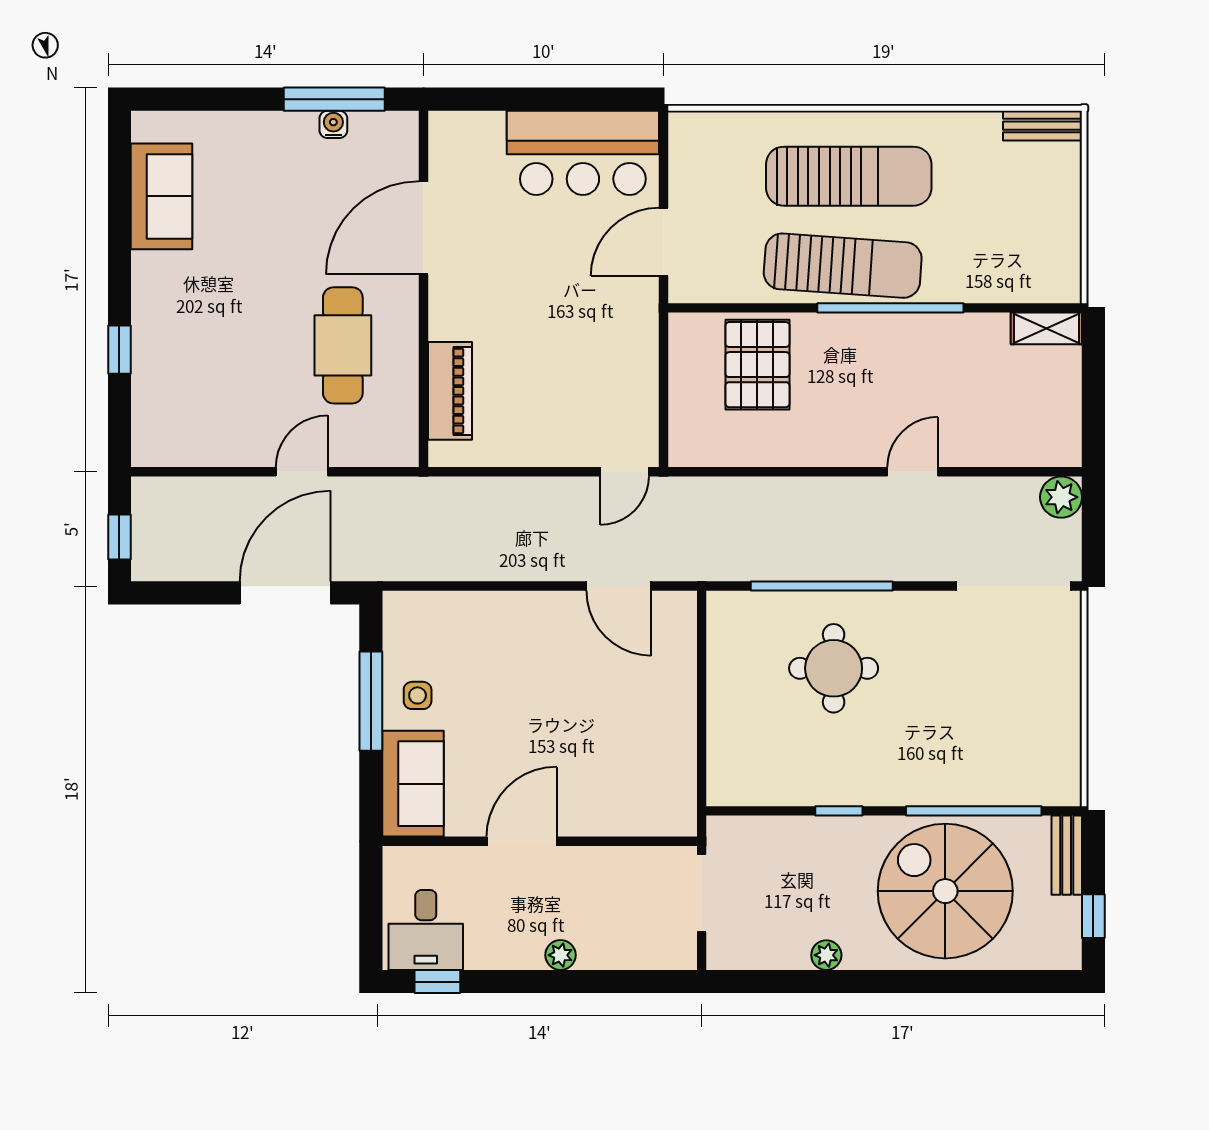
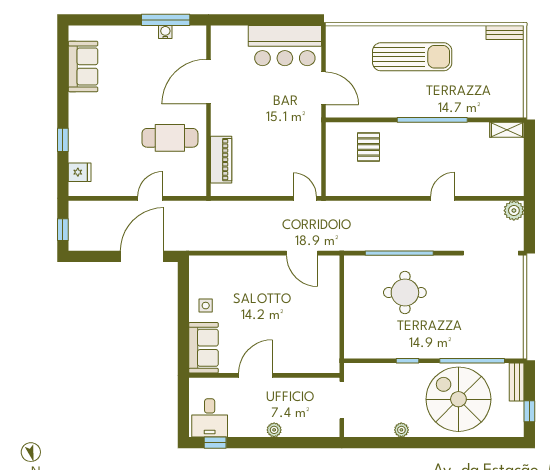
door: (664, 242) -> (323, 88), swing flipped
sun lounger: (843, 266) -> (409, 100), removed
cafe table: (343, 345) -> (170, 138), turned 90
pallet: (757, 365) -> (368, 147), width x0.67, depth x0.71
fridge: (154, 417) -> (80, 172), added
door: (624, 472) -> (305, 198), swing flipped
window: (371, 701) -> (183, 308), removed

